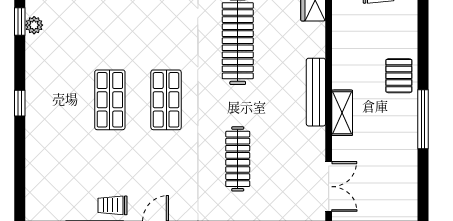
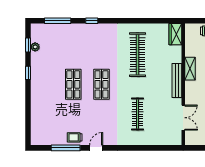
window: (20, 103) -> (28, 73), moved
shelving: (342, 113) -> (190, 69), moved
double door: (329, 187) -> (183, 118), moved

